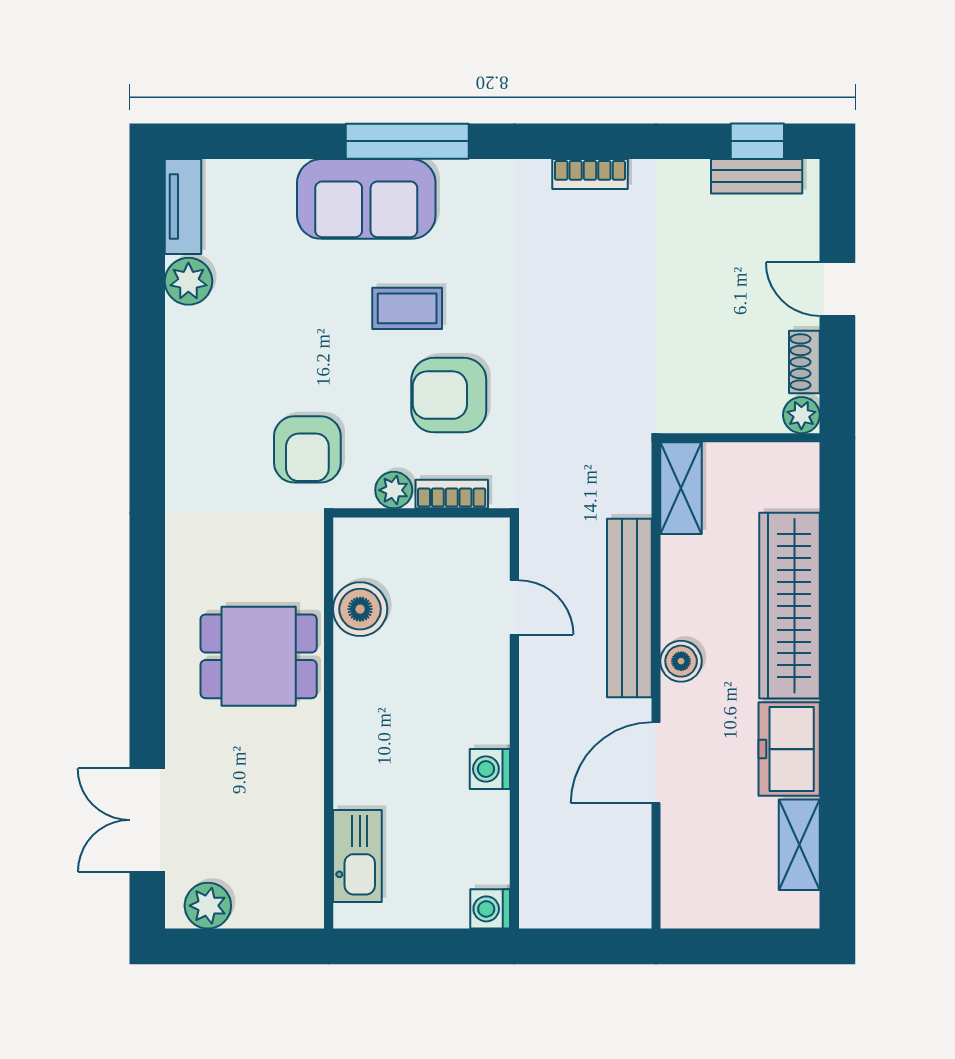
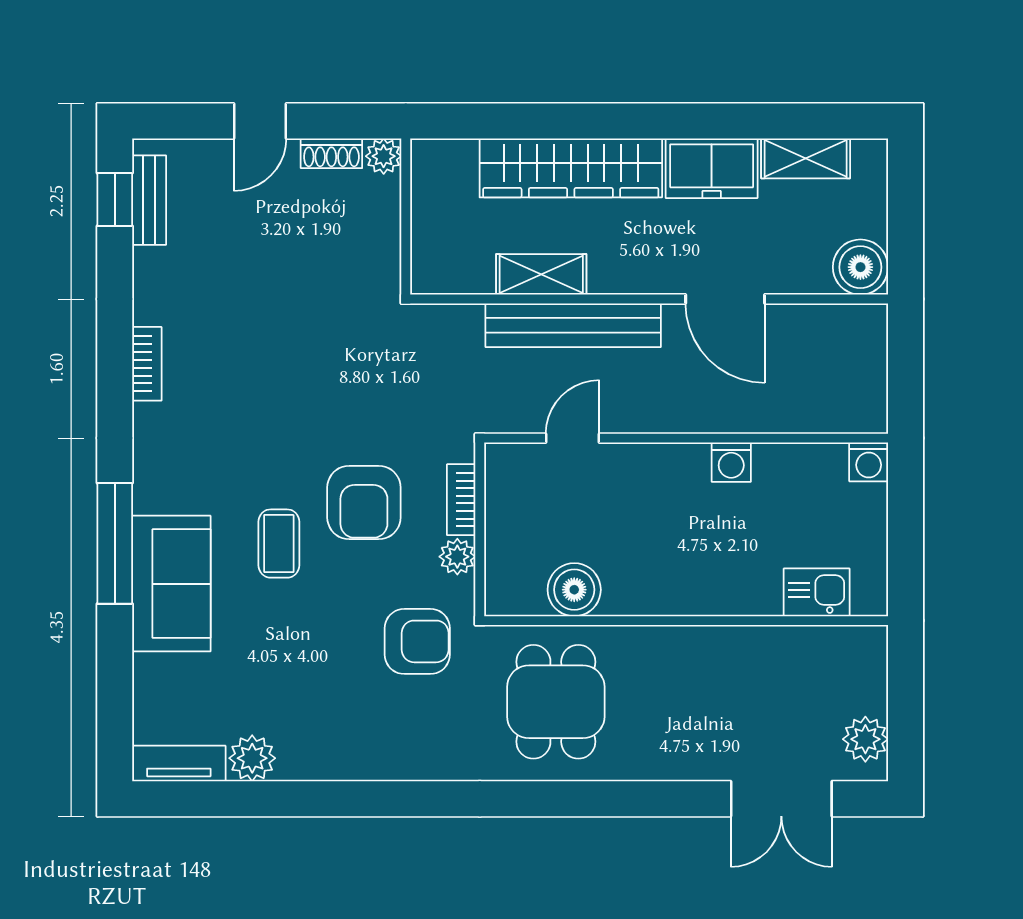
shelving: (681, 488) -> (541, 274), moved
dining table: (259, 656) -> (556, 702), moved
boiler: (681, 661) -> (860, 267), moved, width x1.36, depth x1.36
kitchen sink: (357, 856) -> (817, 592), width x0.73

